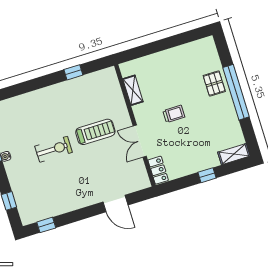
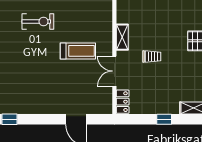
shelving: (133, 90) -> (122, 37), moved
exercise bike: (54, 149) -> (38, 22), moved

